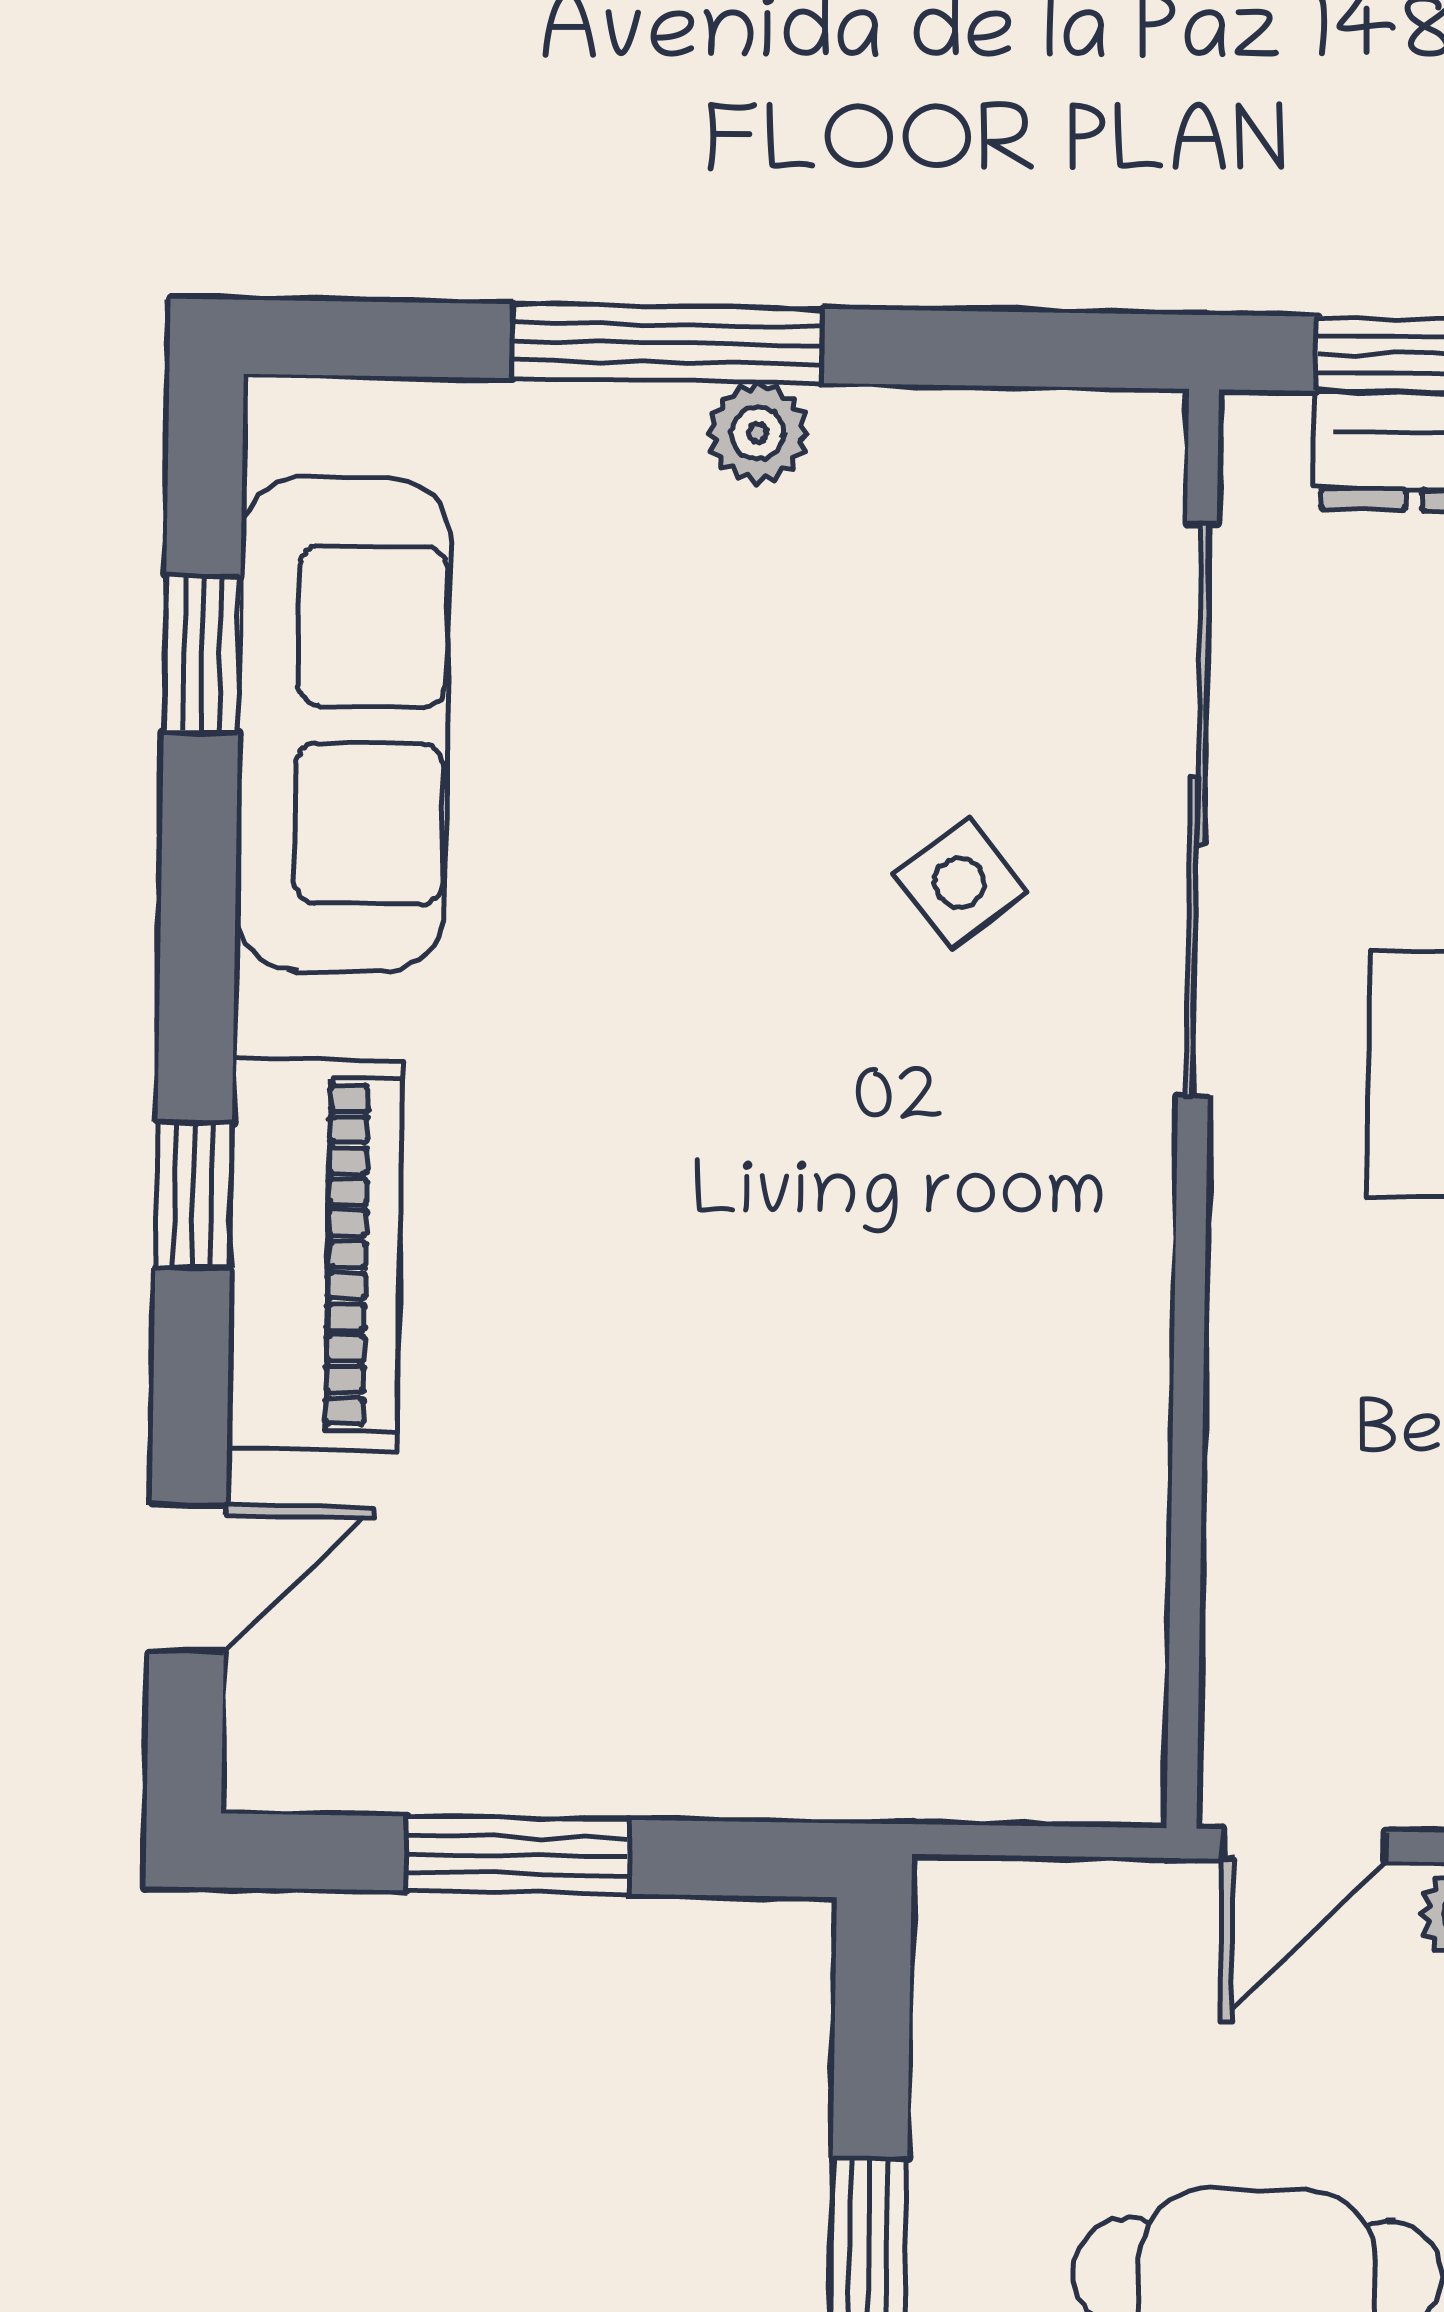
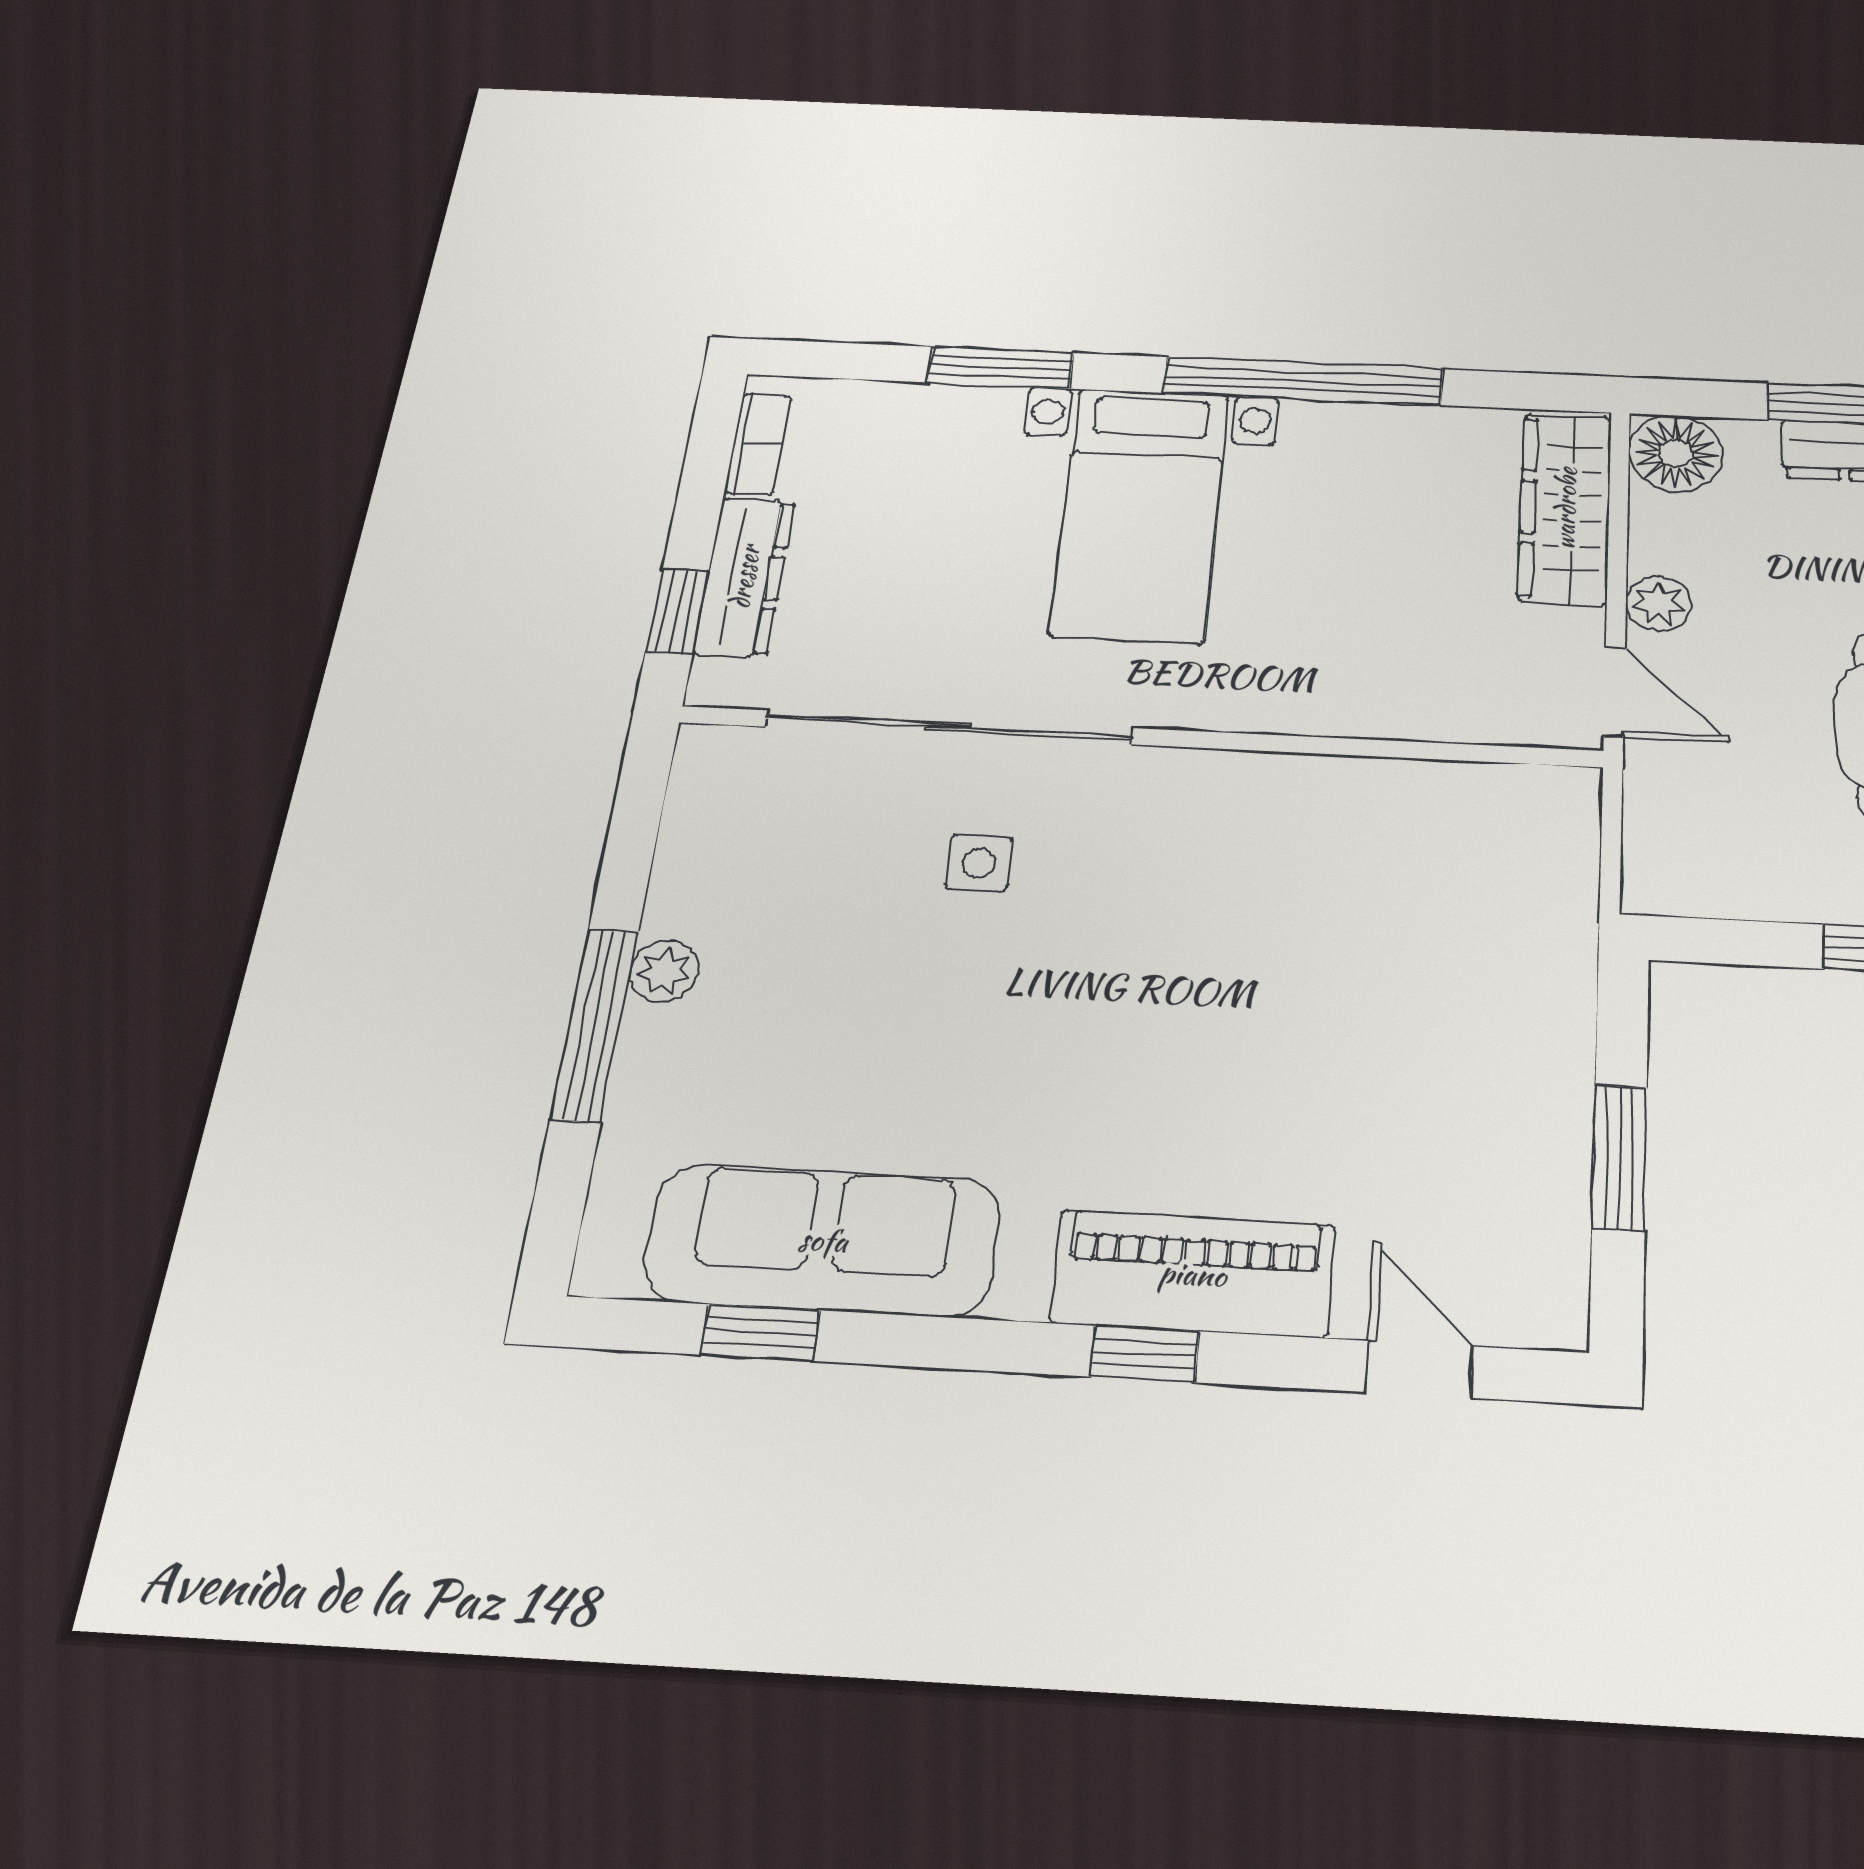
side table: (960, 883) -> (979, 863), turned 38

